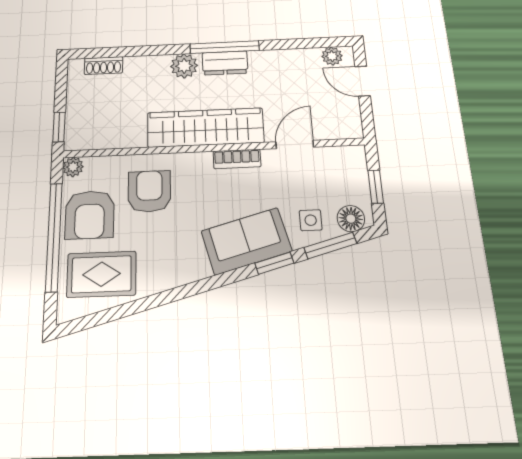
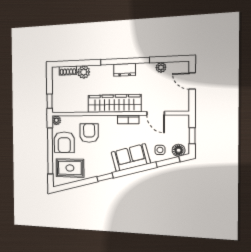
window: (225, 47) -> (125, 61), width x1.46
plant: (332, 56) -> (161, 67), moved
plant: (184, 66) -> (84, 72), moved
door: (295, 144) -> (156, 113), swing flipped
window: (274, 263) -> (105, 177), moved

